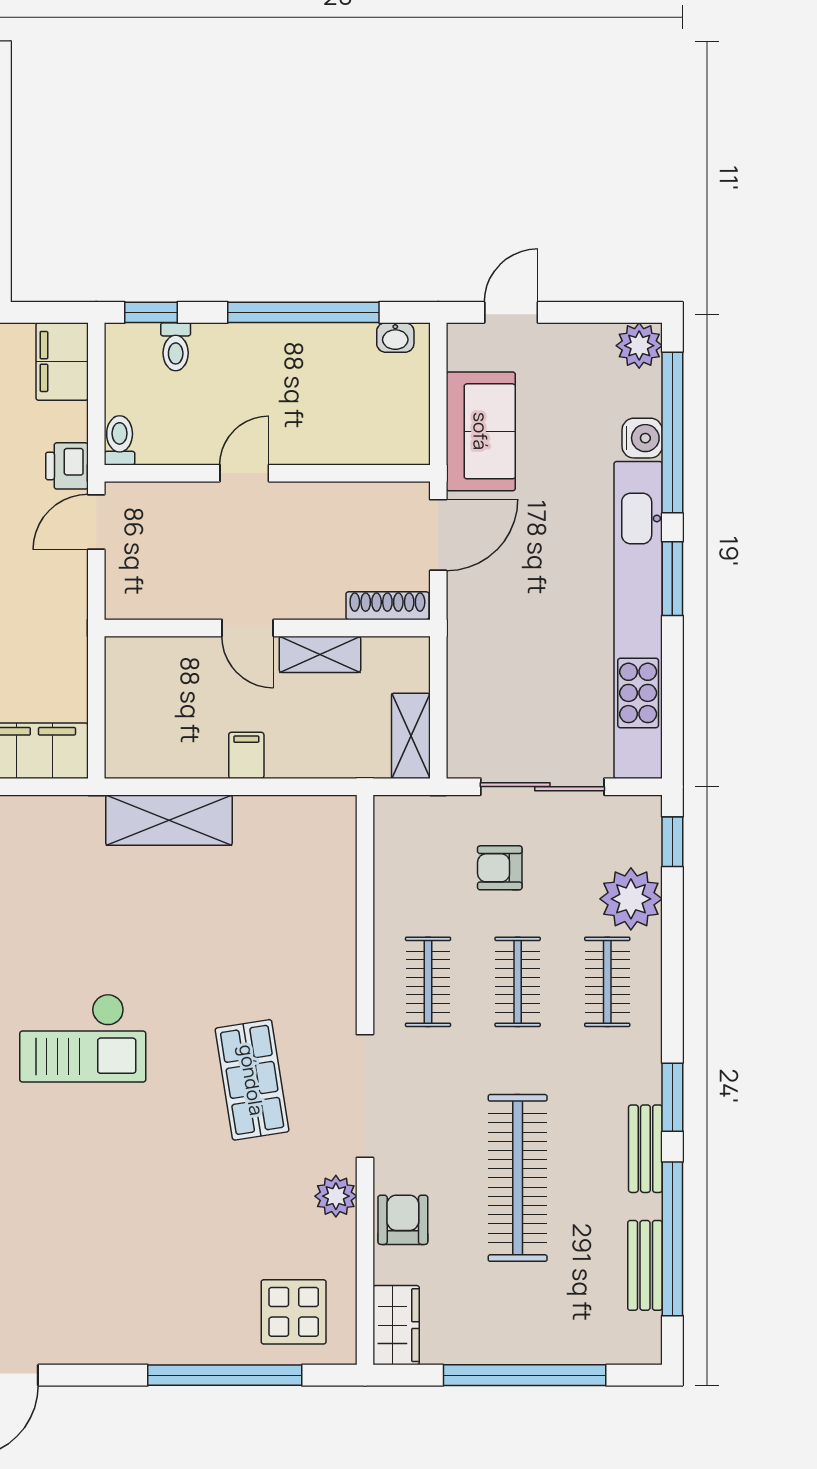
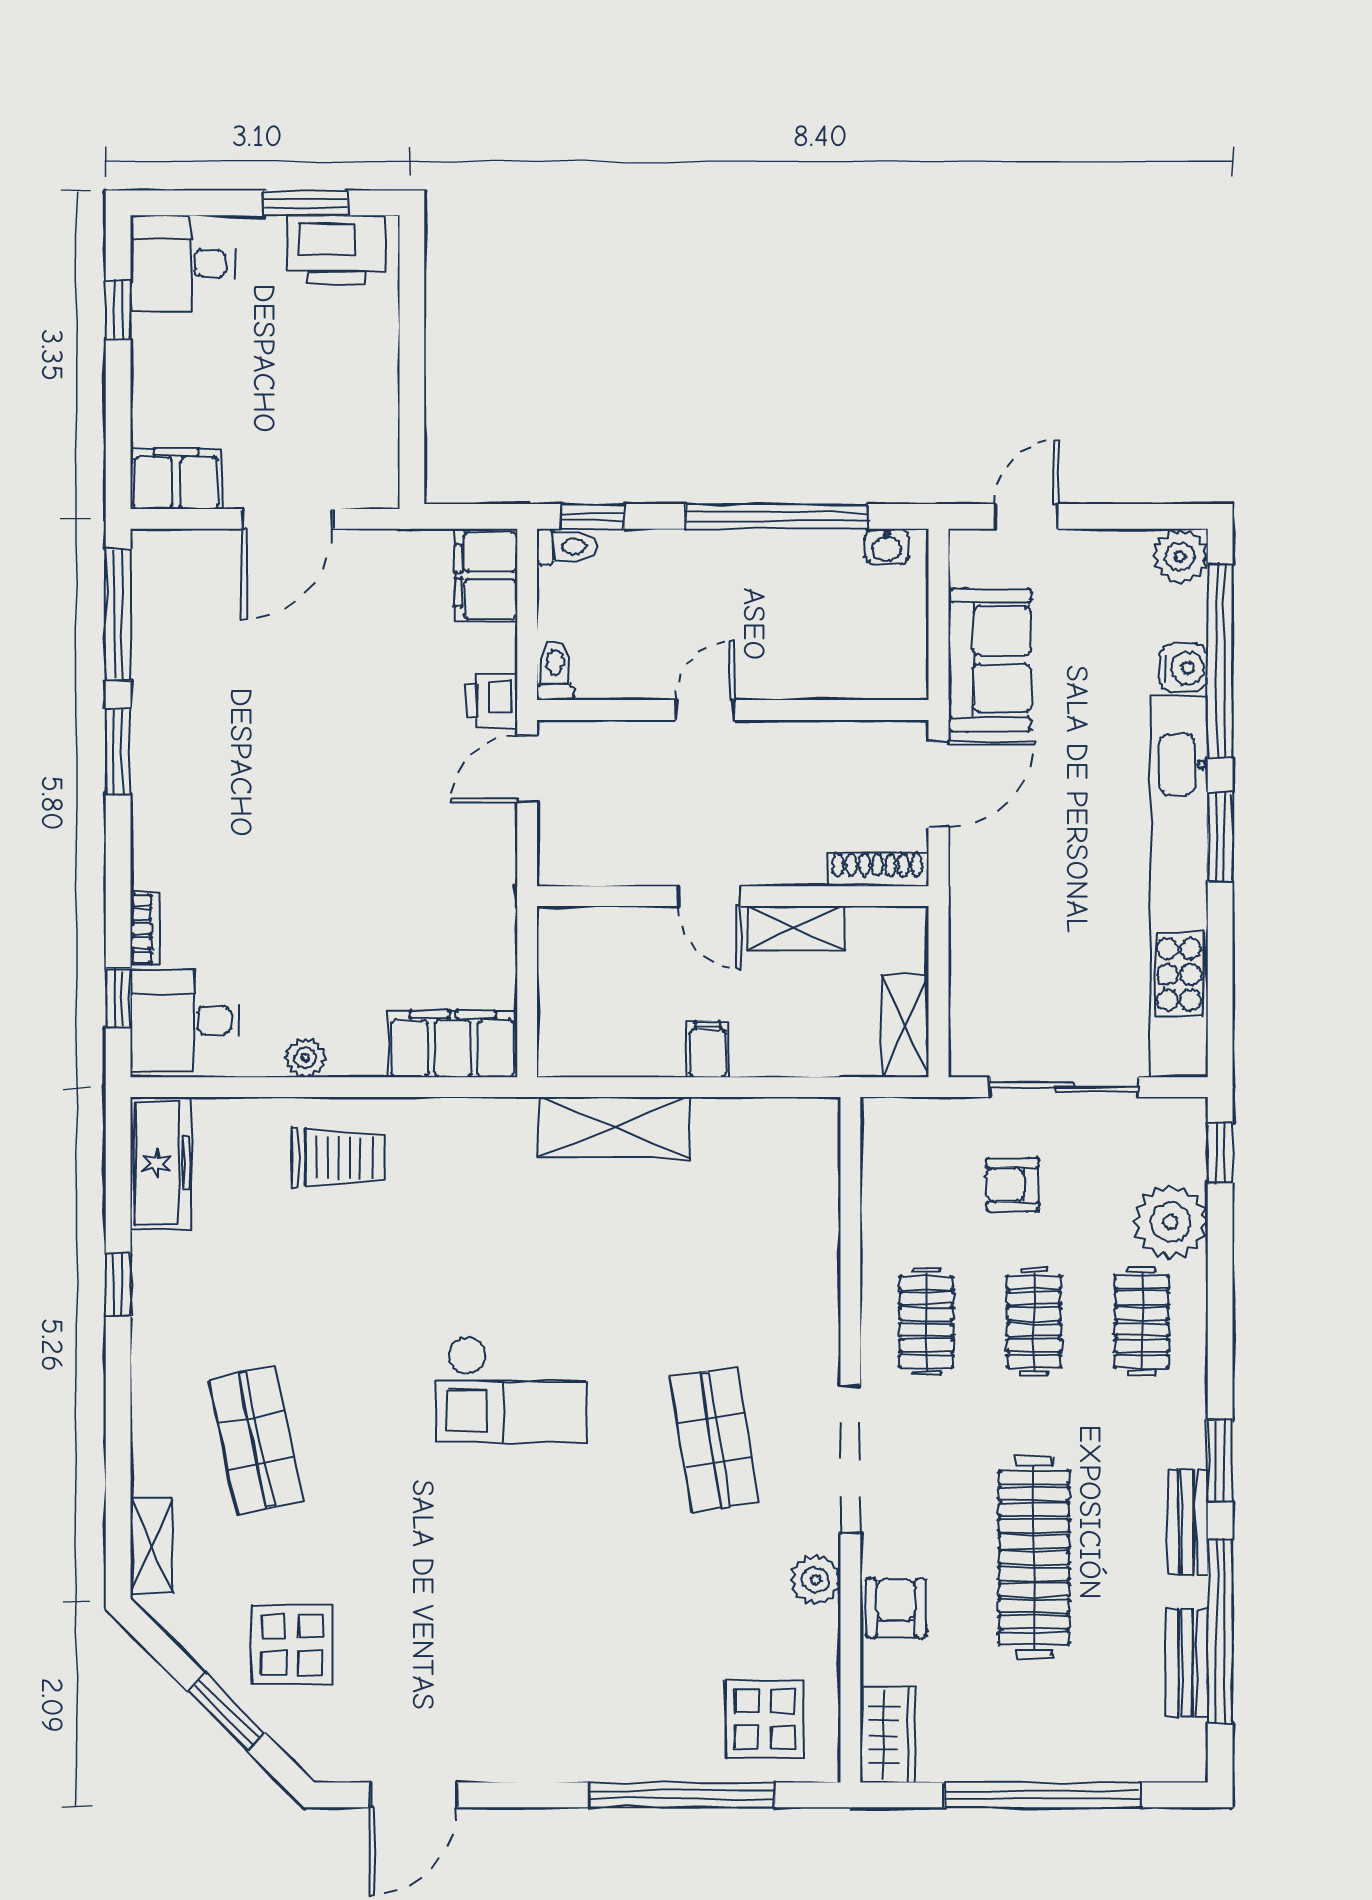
toilet: (176, 347) -> (566, 547), moved, turned -90

